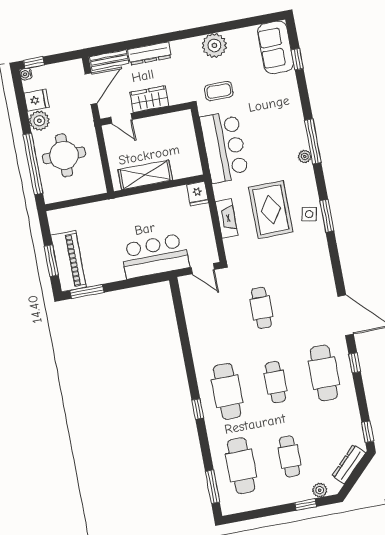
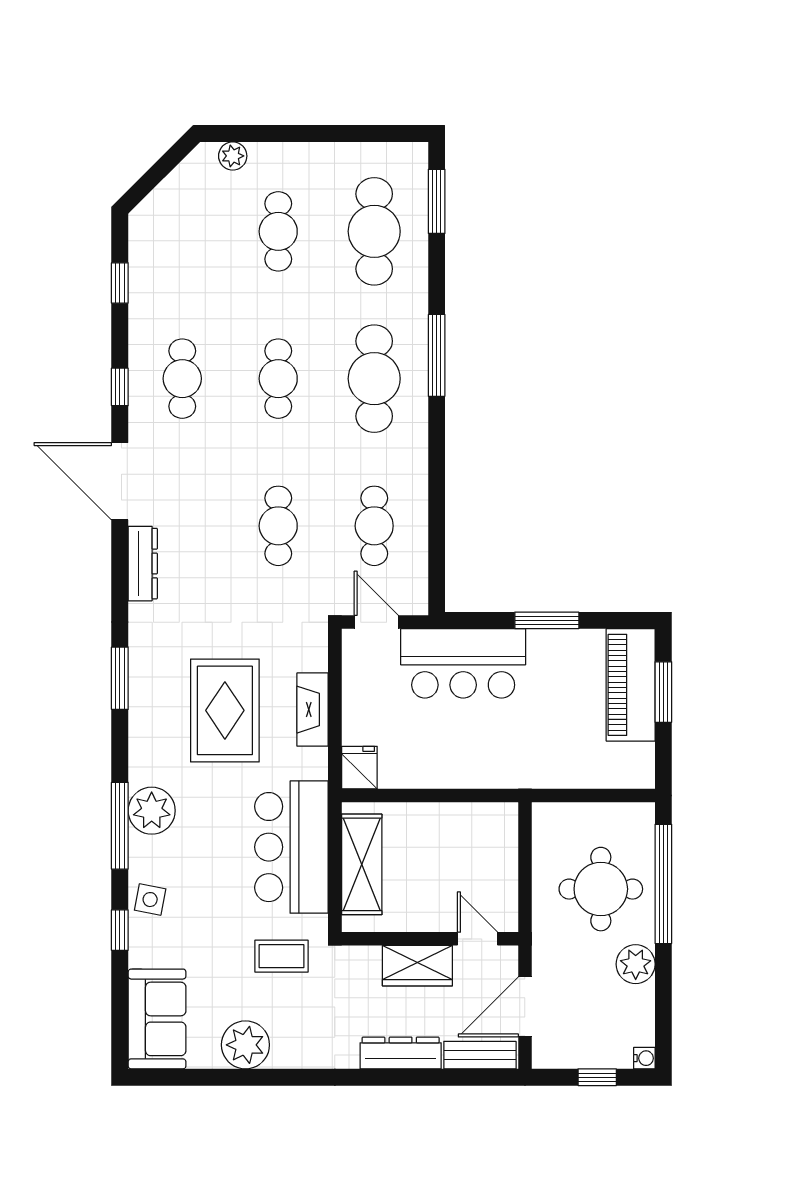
plant: (214, 45) -> (245, 1045), moved
window: (297, 59) -> (120, 930), moved
window: (34, 63) -> (597, 1077), moved
fridge: (37, 100) -> (633, 1004), removed
plant: (305, 157) -> (152, 811), width x1.88, depth x1.88
shelving: (145, 175) -> (362, 864), moved, turned 90
side table: (309, 214) -> (150, 900), moved
window: (87, 291) -> (547, 620), moved
cafe table: (213, 317) -> (374, 526), added
cafe table: (324, 373) -> (182, 379), width x0.73, depth x0.74
window: (198, 409) -> (437, 355), width x2.17
window: (368, 432) -> (120, 283), moved
dresser: (349, 464) -> (143, 564), moved, turned -45
window: (305, 505) -> (265, 134), removed

